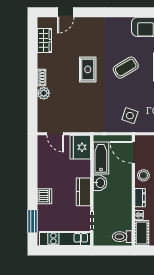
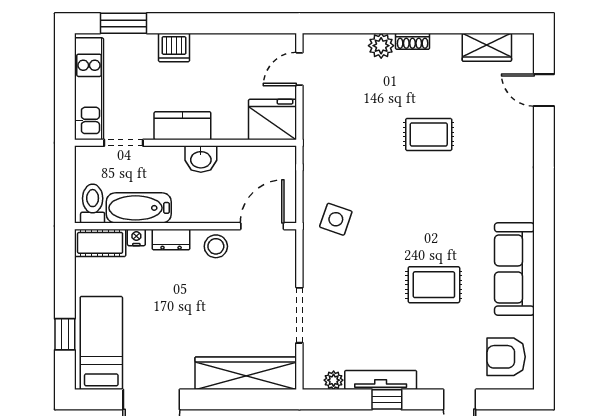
coffee table: (126, 68) -> (433, 211), removed
bathtub: (101, 158) -> (139, 208), moved, turned 180

